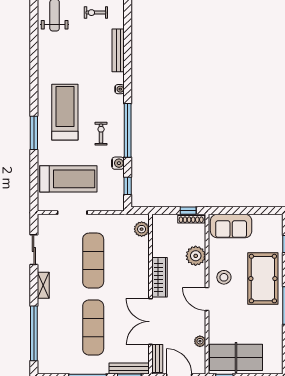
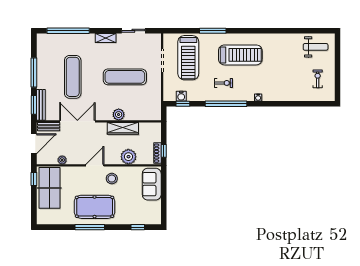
bench: (118, 50) -> (288, 96), removed
window: (34, 133) -> (213, 31), moved
water cooler: (118, 163) -> (181, 96), moved
plant: (142, 229) -> (119, 115), moved
wardrobe: (159, 277) -> (123, 128), moved
pool table: (263, 279) -> (95, 207), moved
exercise mat: (93, 328) -> (73, 77), turned 90

